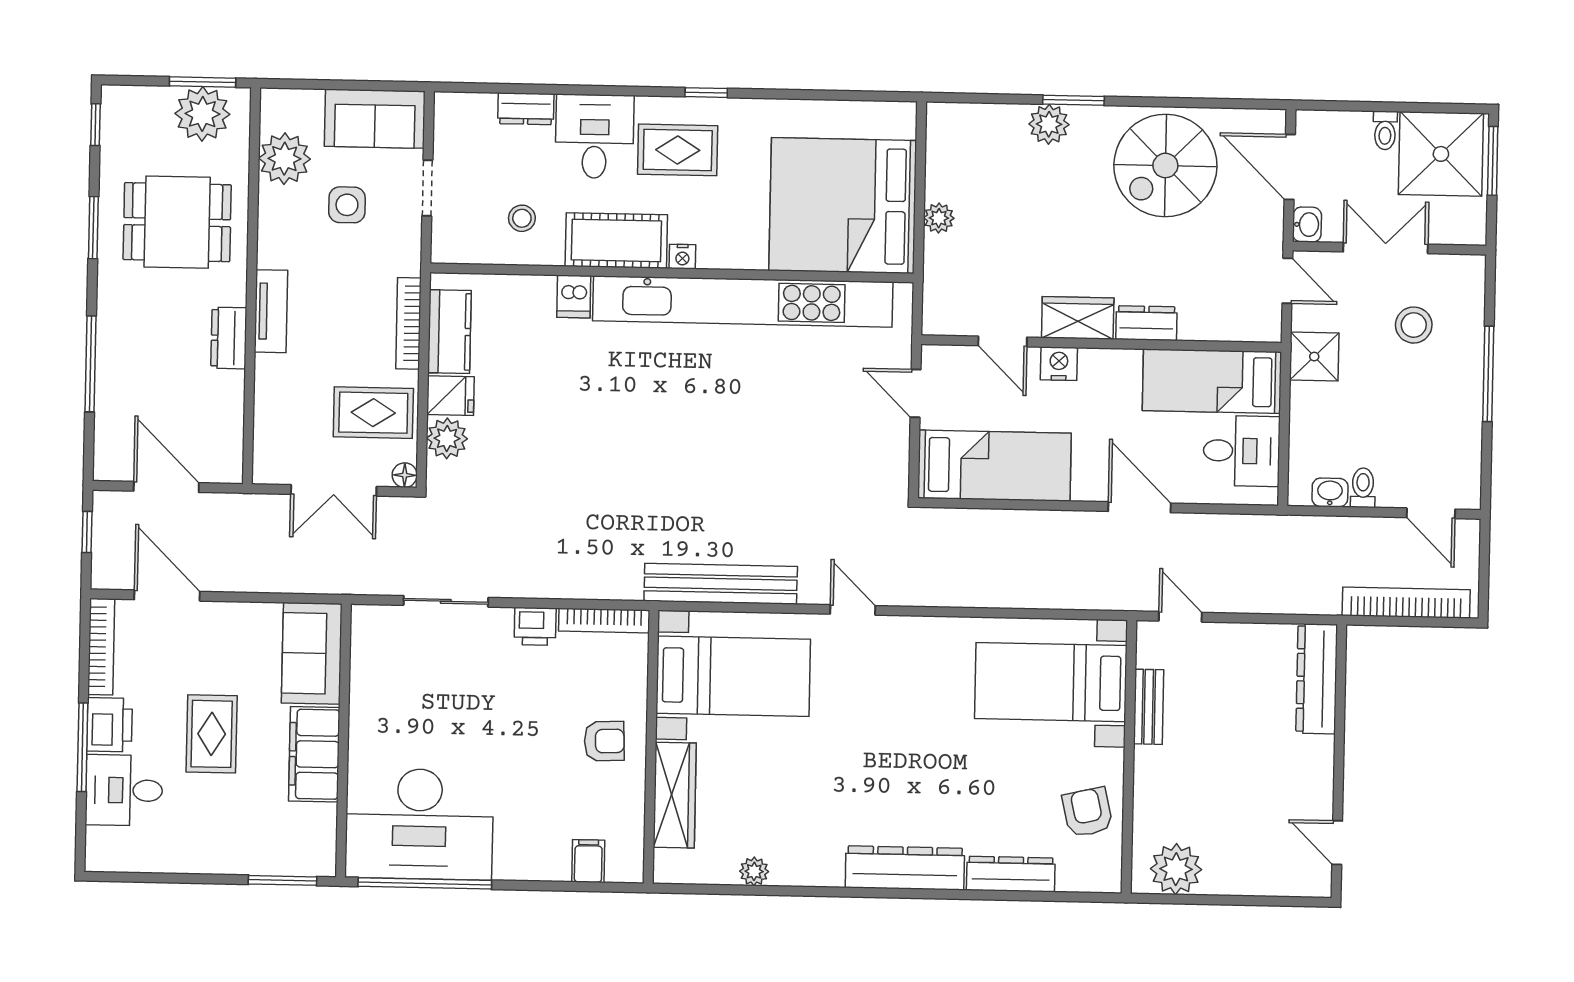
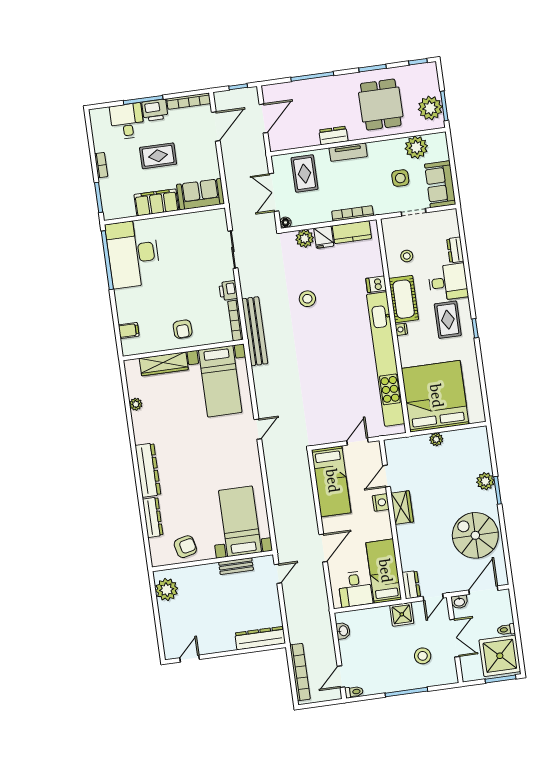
dresser: (1146, 323) -> (411, 585), moved
rug: (373, 413) -> (305, 174), moved
stool: (581, 454) -> (307, 299), added
toilet: (1363, 488) -> (354, 692), moved
bench: (721, 584) -> (255, 331), moved
bookcase: (212, 863) -> (101, 165), added

